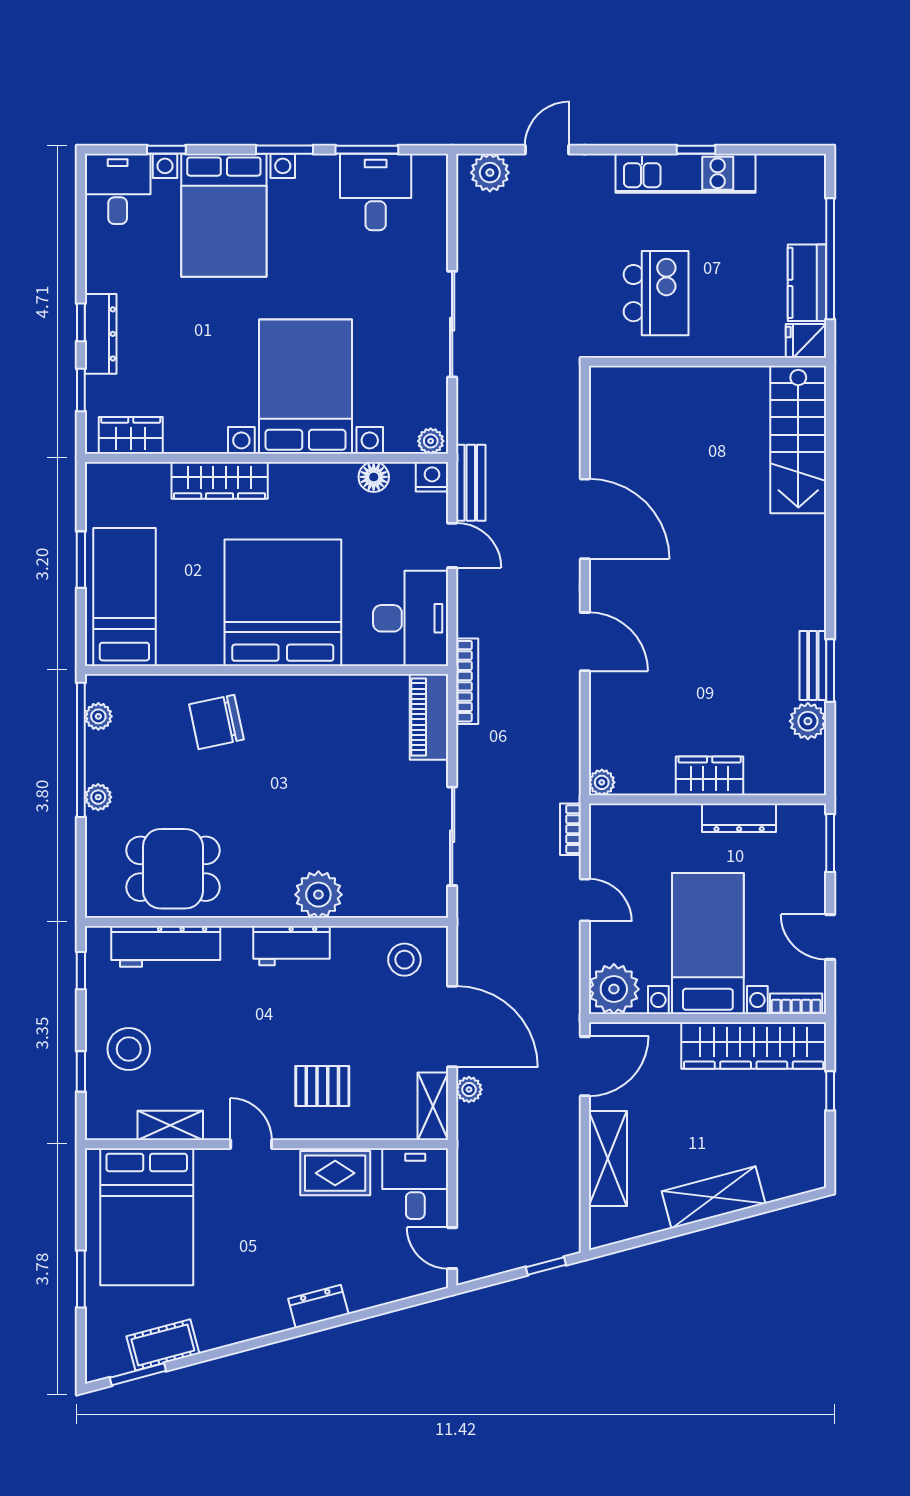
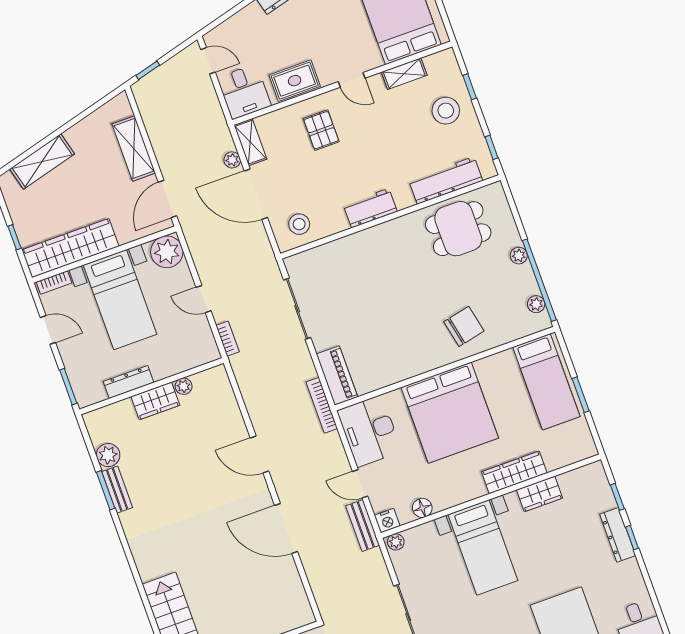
bed with nightstands: (306, 387) -> (483, 548), width x0.73
wardrobe: (131, 435) -> (540, 494), moved
plant: (602, 782) -> (184, 386), moved
plant: (318, 895) -> (365, 245), removed
pallet: (322, 1086) -> (321, 130), turned 90
shelving: (713, 1197) -> (42, 161), moved

